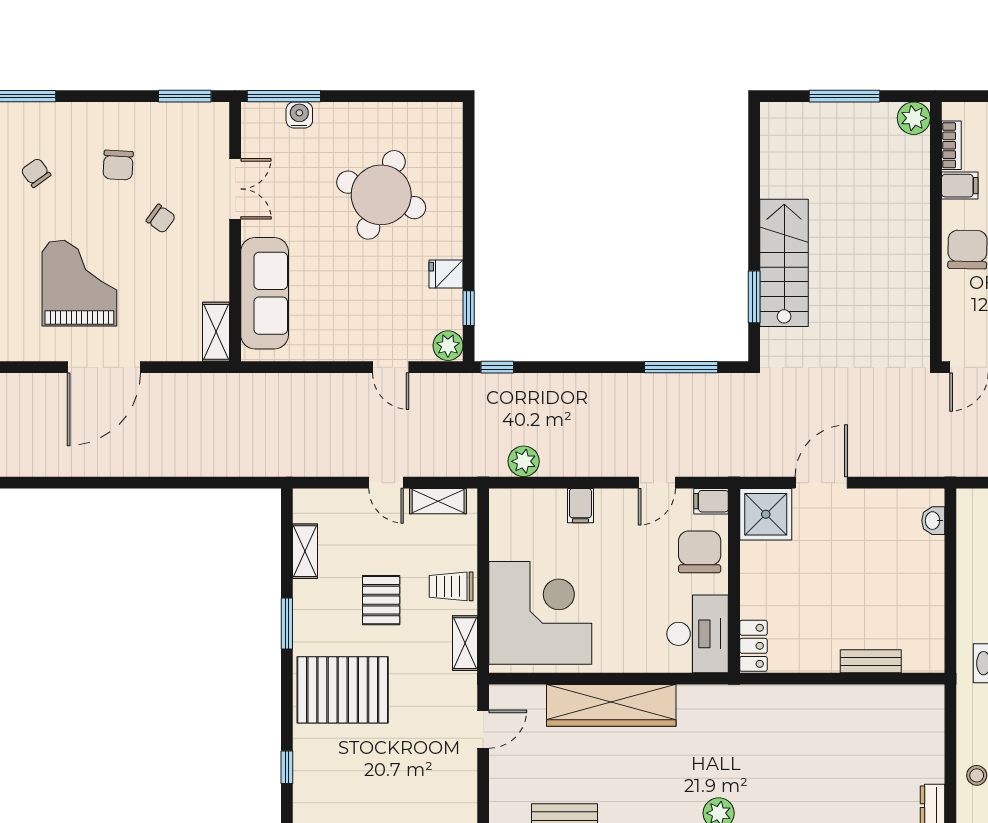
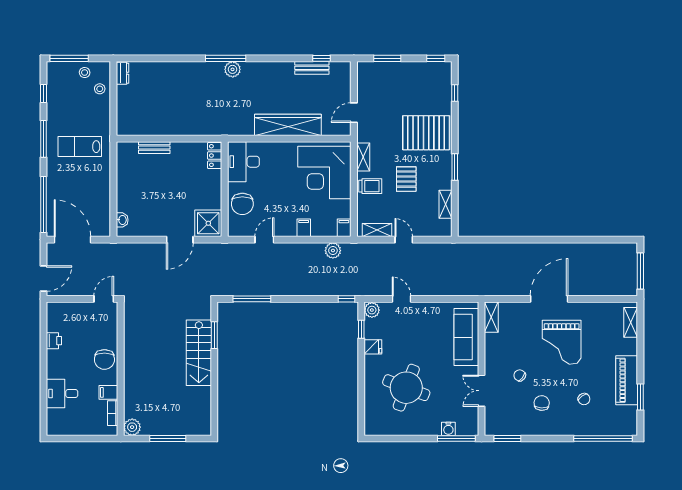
filing cabinet: (711, 501) -> (344, 228), moved, turned -90

